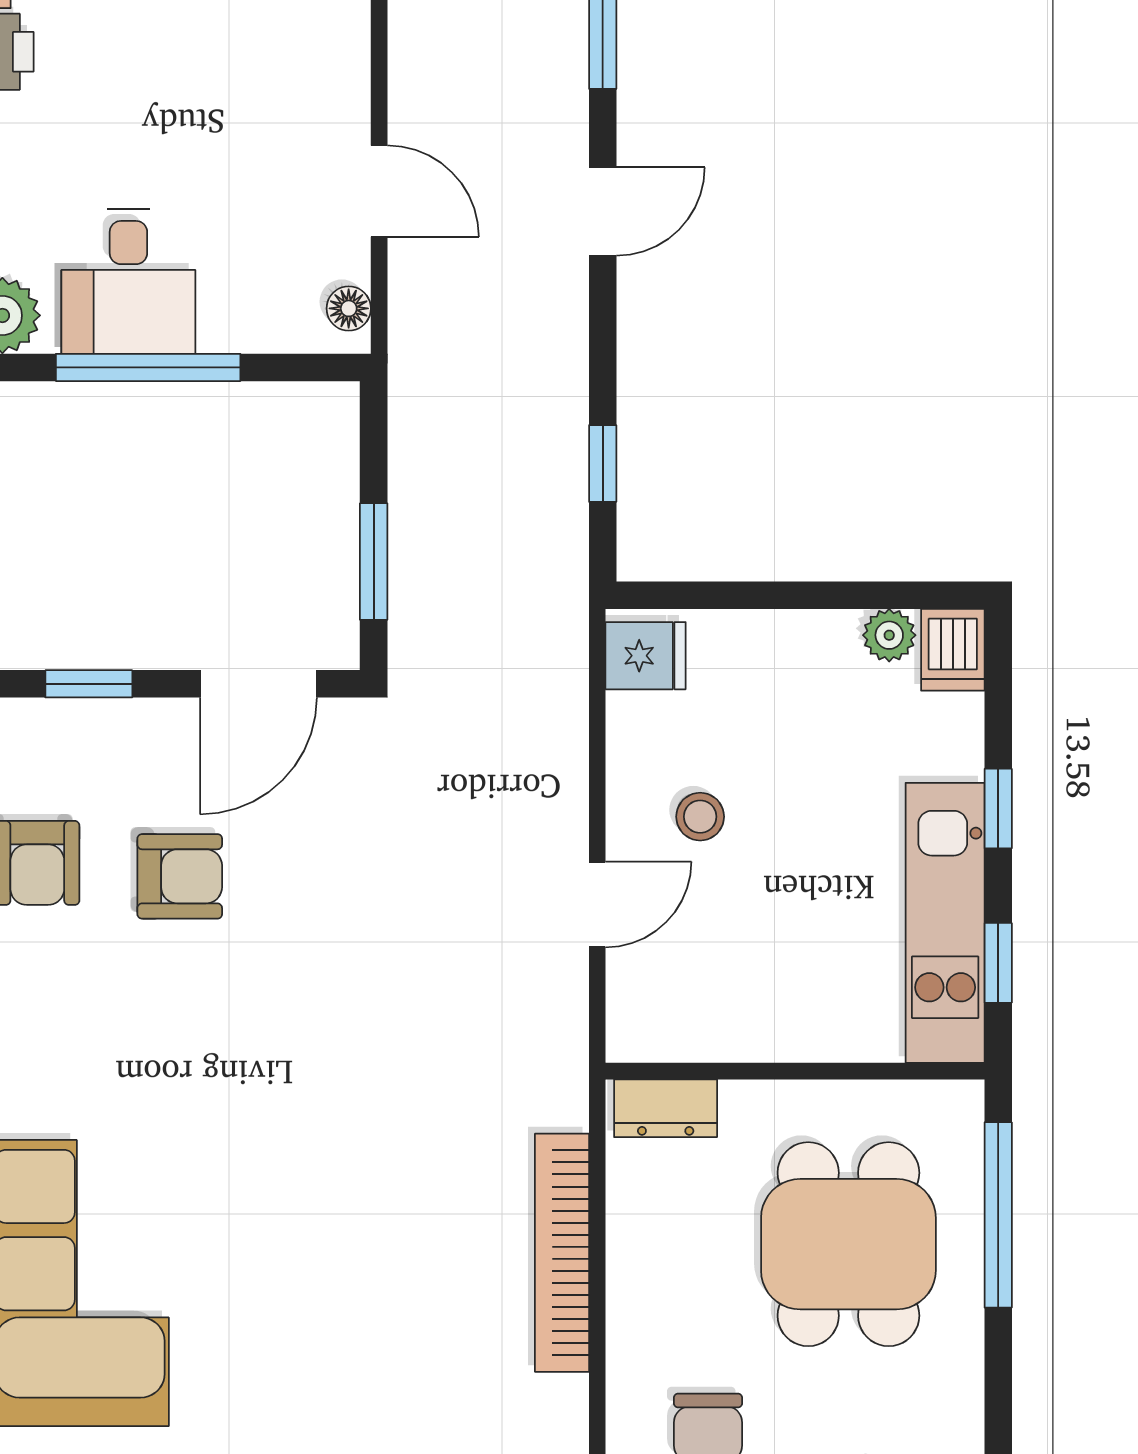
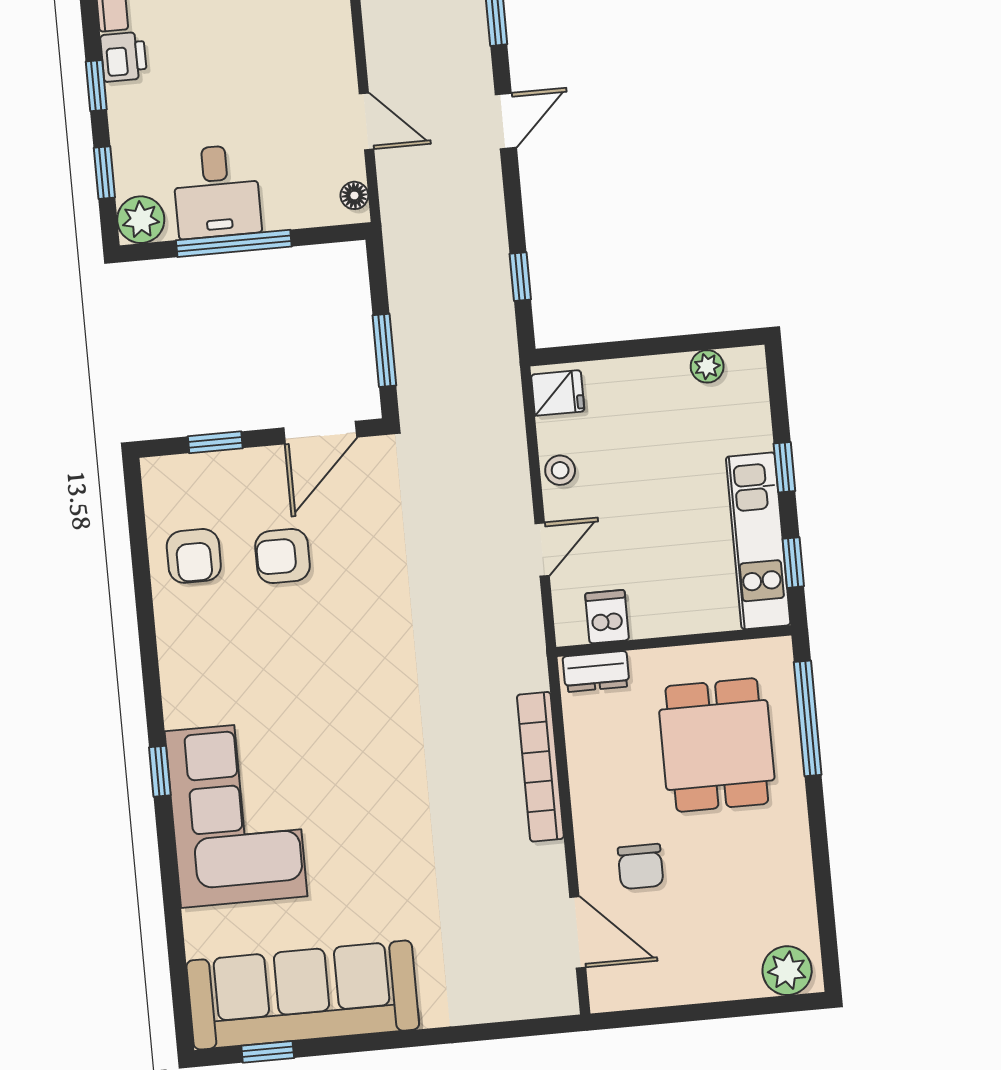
dishwasher: (953, 650) -> (607, 617), moved, turned 180
stool: (700, 817) -> (560, 470), moved
armchair: (180, 876) -> (283, 556), turned 180

